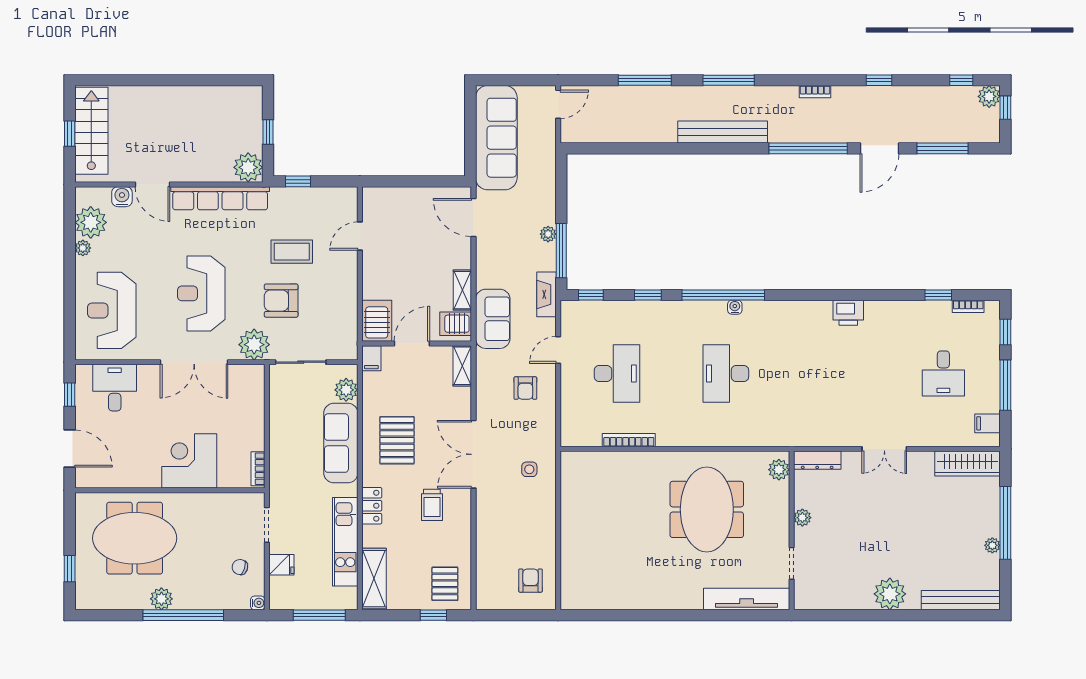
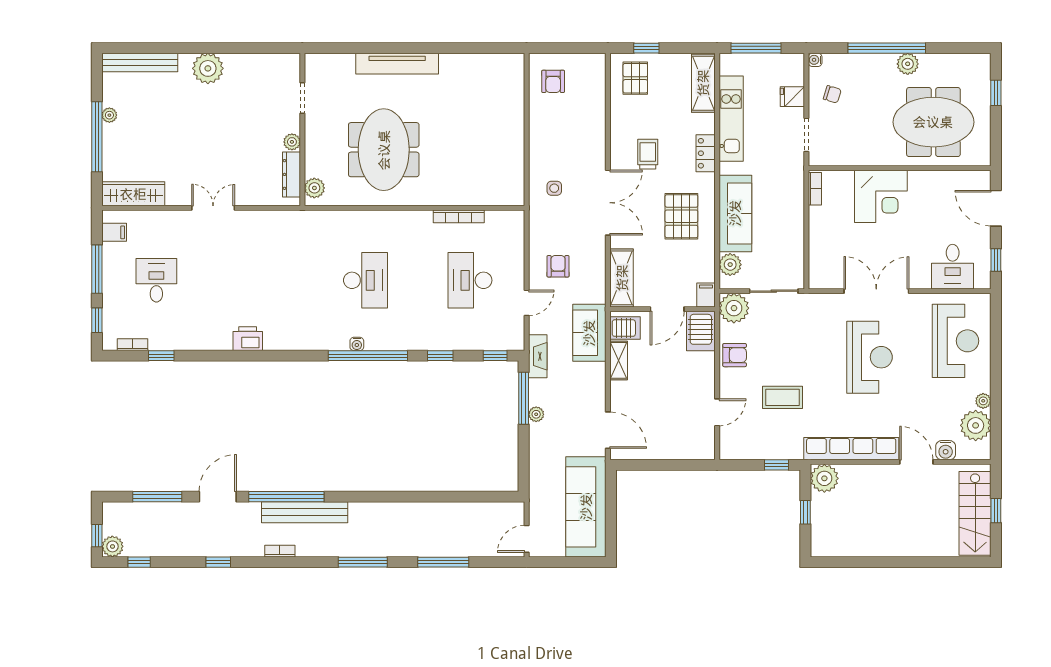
bench: (723, 132) -> (305, 512), moved
armchair: (281, 301) -> (735, 355), moved, width x0.72, depth x0.72
plant: (254, 345) -> (734, 308), moved
shelving: (462, 366) -> (622, 278), width x1.50, depth x1.33
dresser: (817, 460) -> (291, 174), moved, turned -90
tv unit: (747, 599) -> (397, 64), moved

